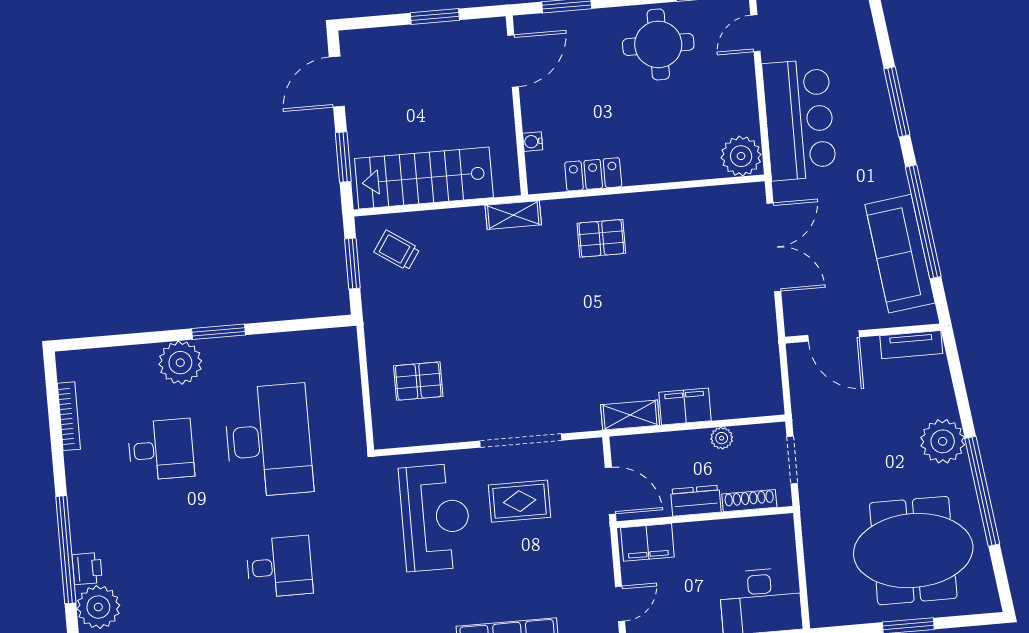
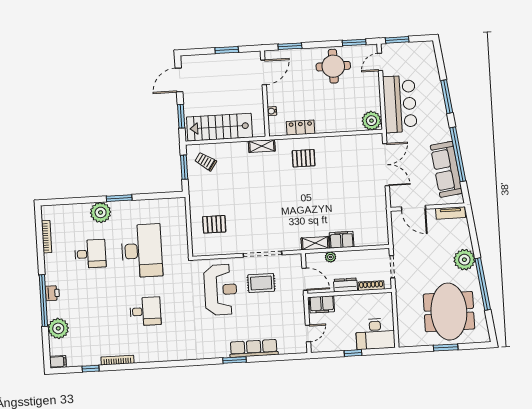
plant: (722, 438) -> (330, 257), moved
meeting table: (913, 551) -> (449, 312), turned 90
printer: (87, 569) -> (52, 293), moved

